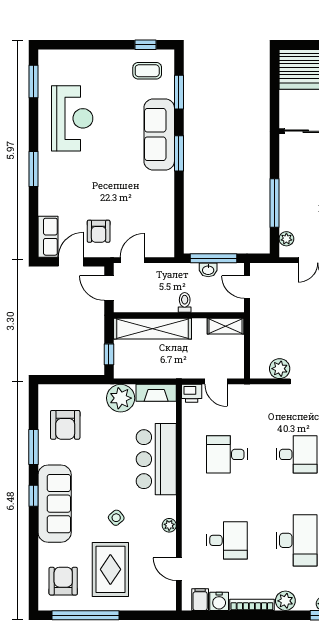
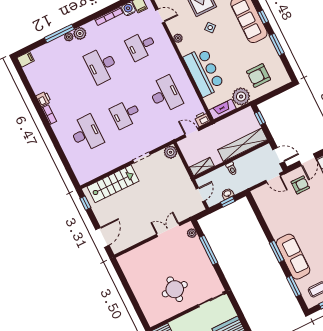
armchair: (99, 231) -> (300, 185), turned 90
window: (213, 258) -> (228, 202), width x0.46
door: (132, 260) -> (273, 178), hinge flipped
door: (247, 287) -> (201, 195), hinge flipped
plant: (280, 369) -> (171, 152), moved
armchair: (65, 425) -> (259, 76), moved, turned -90
desk: (227, 454) -> (165, 94), width x1.37
plant: (285, 601) -> (80, 33), moved

